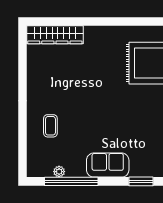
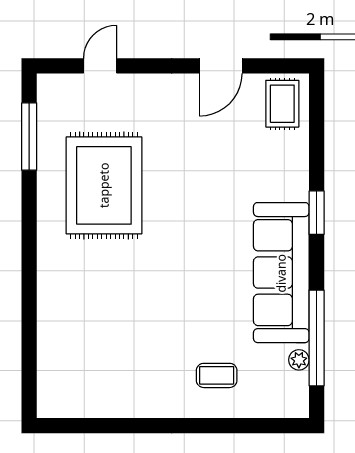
wardrobe: (55, 35) -> (53, 367), removed
sofa: (108, 165) -> (281, 273), width x1.85, depth x1.27

